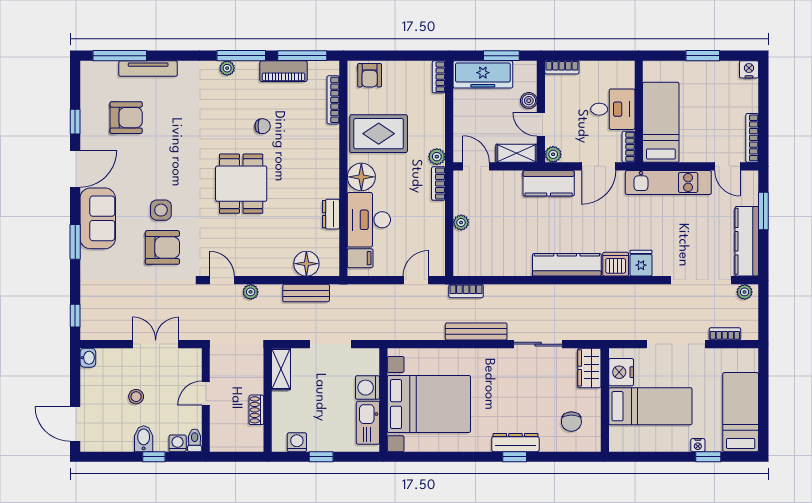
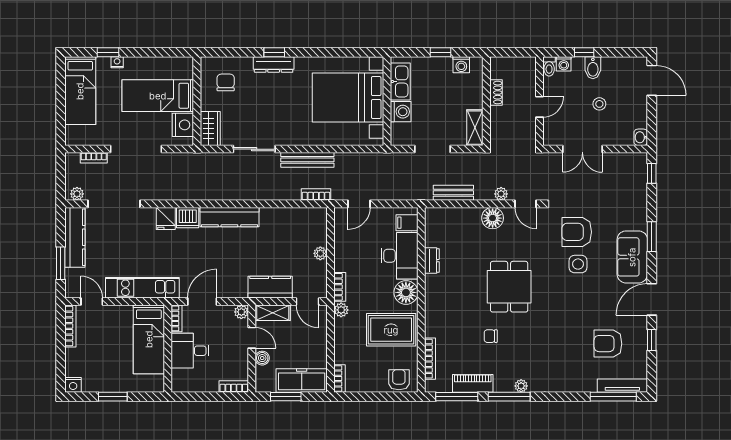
tv unit: (148, 69) -> (622, 386), moved
kitchen counter: (549, 183) -> (270, 287), moved
floor lamp: (306, 264) -> (493, 218), moved

